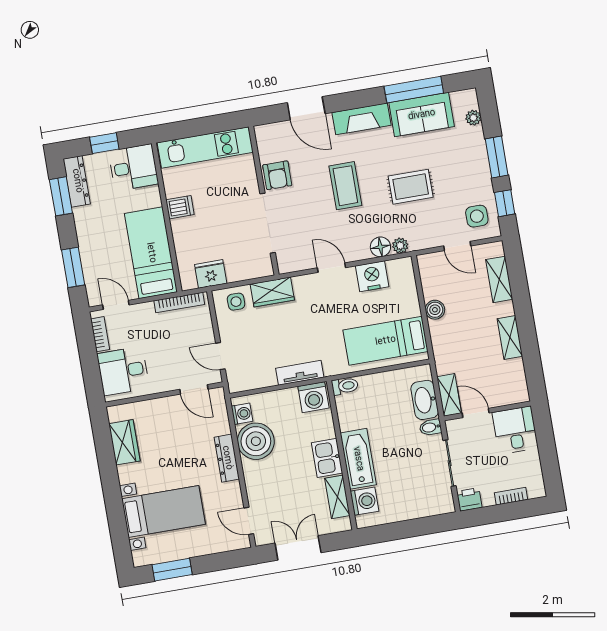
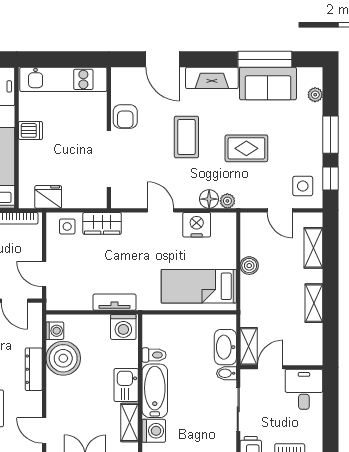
toilet: (345, 386) -> (154, 355), moved
door: (476, 413) -> (270, 367), hinge flipped

